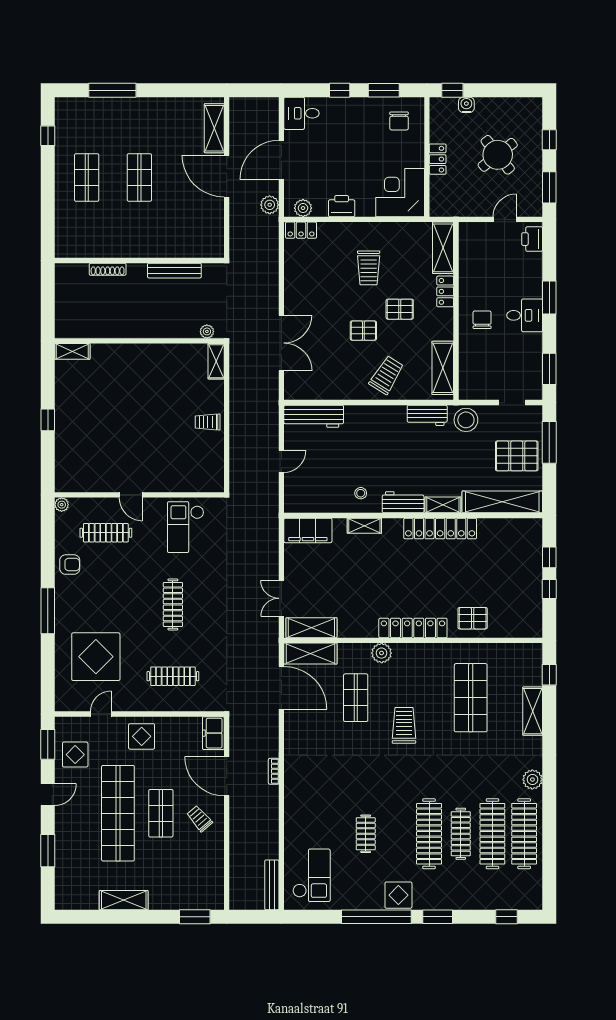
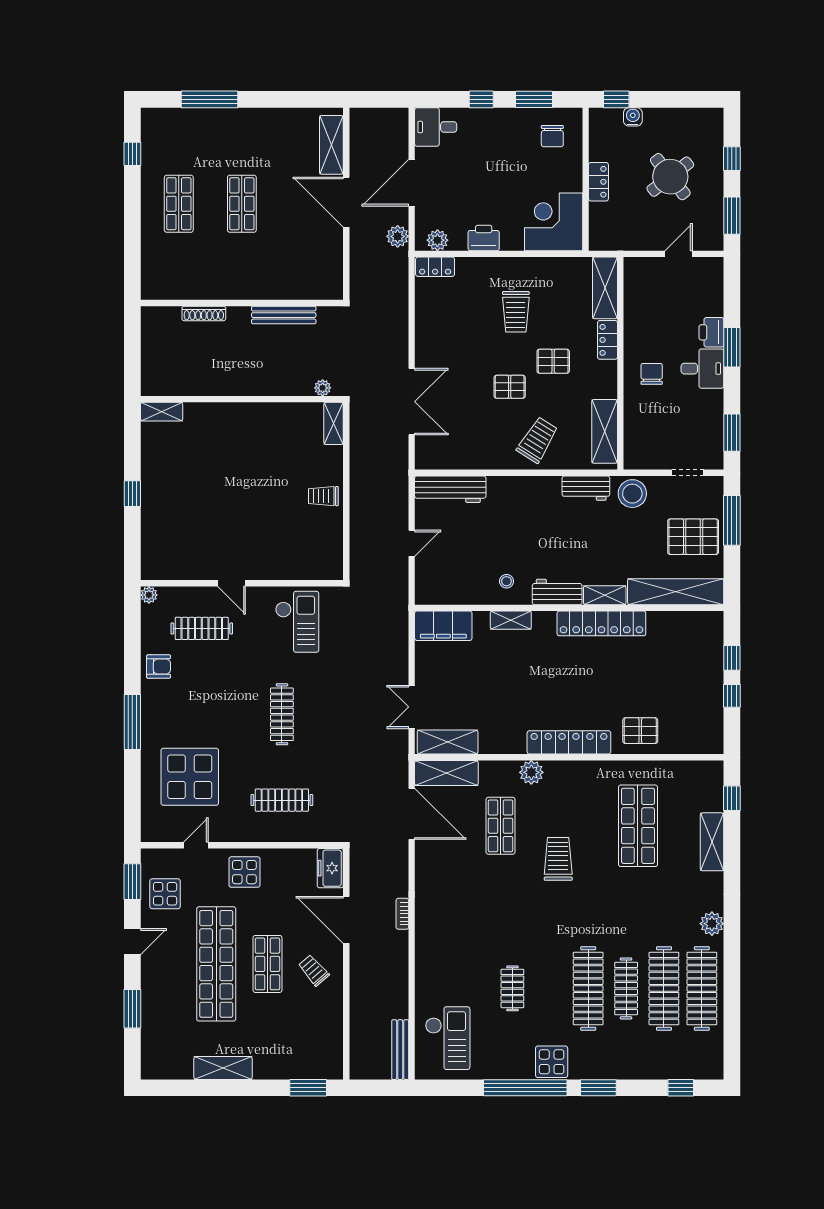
printer: (532, 239) -> (711, 332), moved
checkout: (186, 527) -> (297, 622), turned 180

